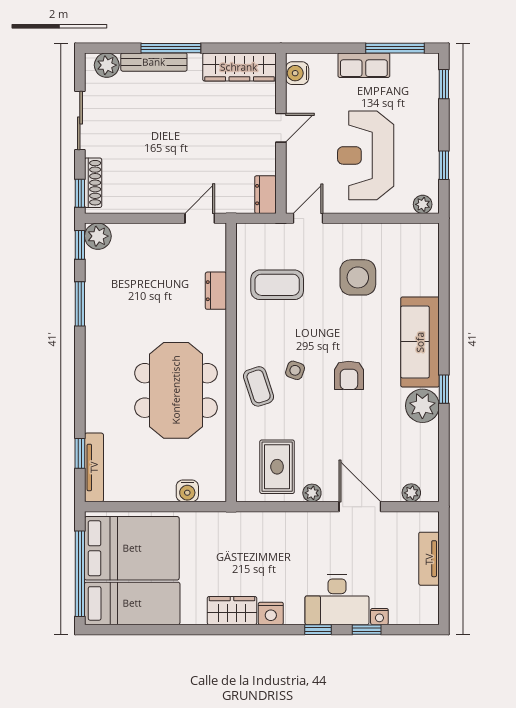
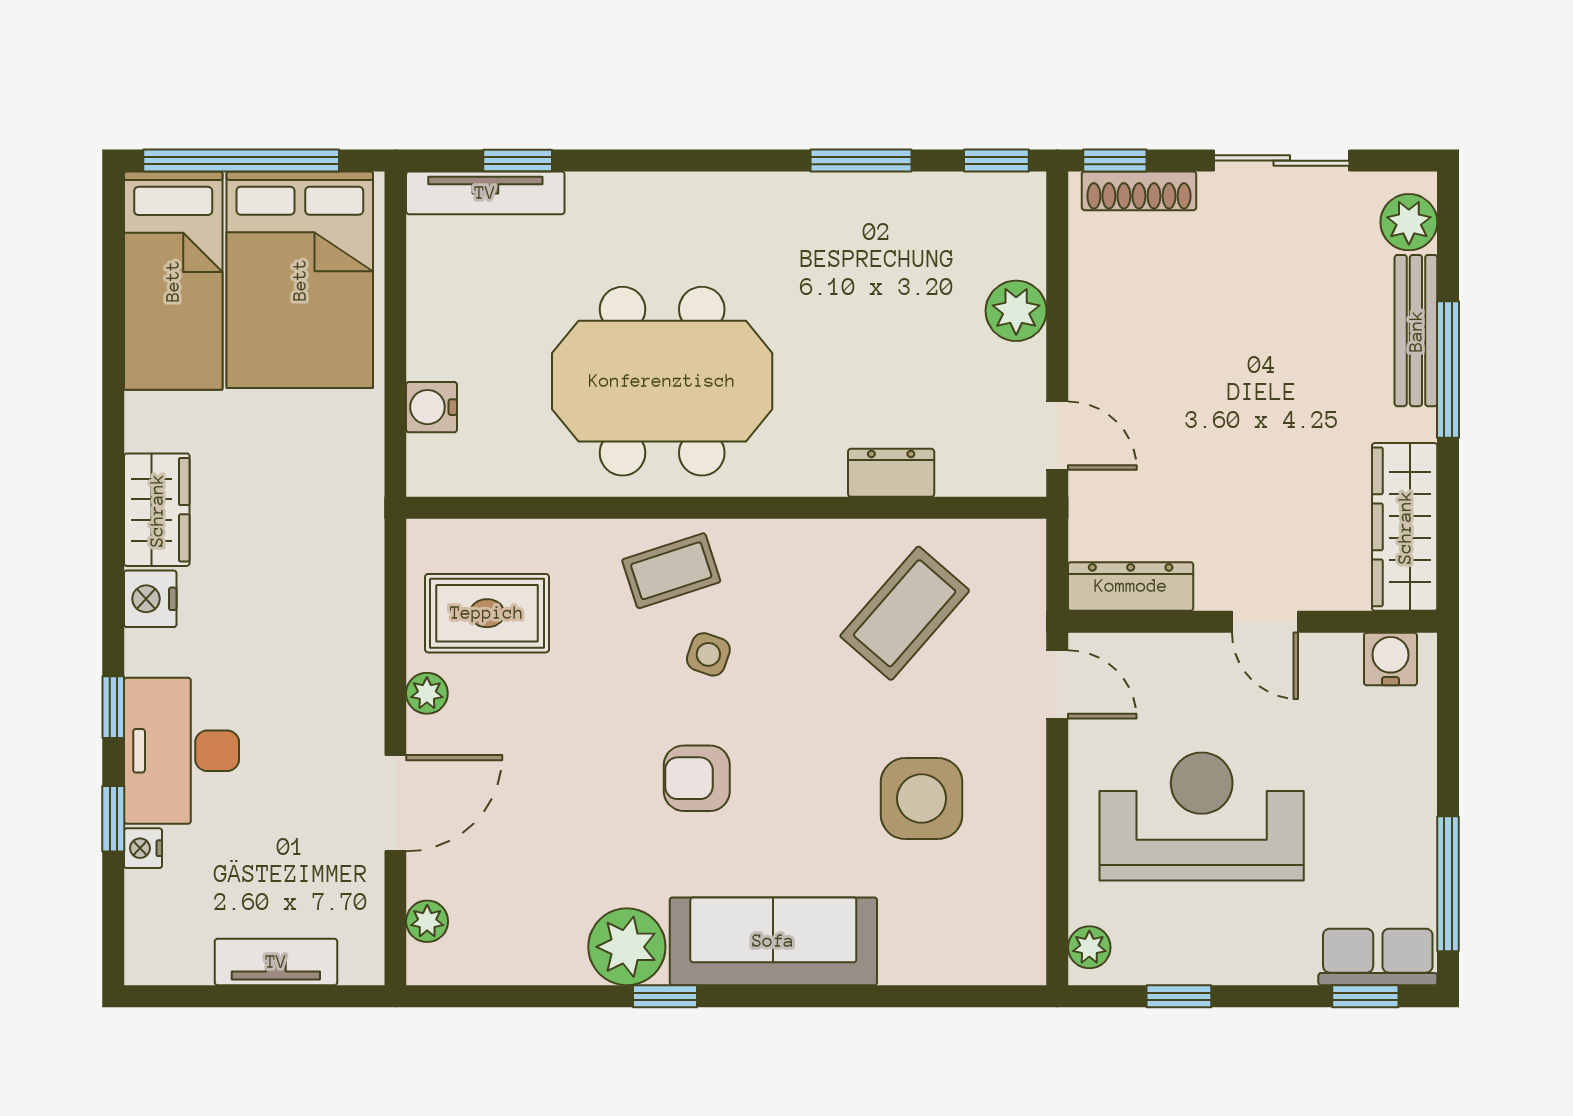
row of seats: (364, 65) -> (1378, 957), moved, turned 90
dresser: (265, 195) -> (1131, 586), width x1.44
plant: (98, 236) -> (1016, 311), moved
coffee table: (277, 285) -> (905, 613), turned 41

